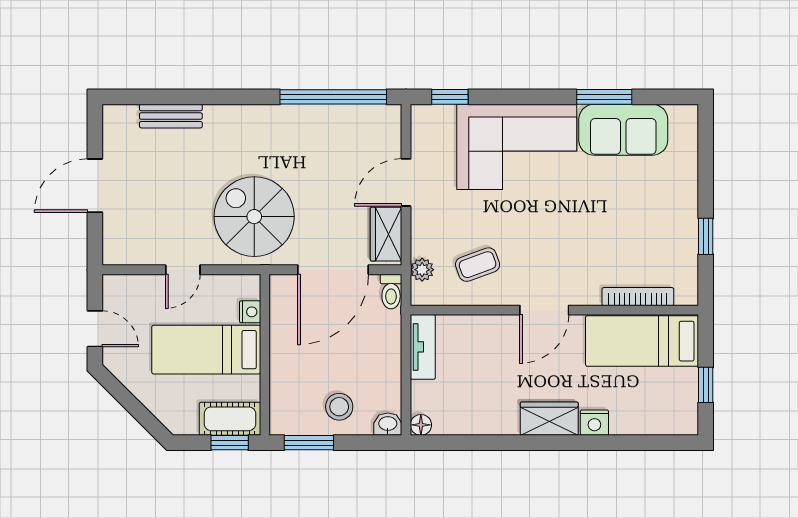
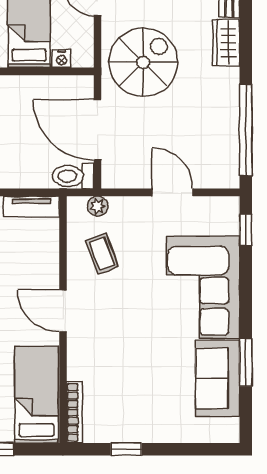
wardrobe: (386, 234) -> (226, 43), moved, turned -90
toilet: (391, 292) -> (73, 176), width x1.37, depth x1.39
bookcase: (638, 297) -> (75, 412), moved

